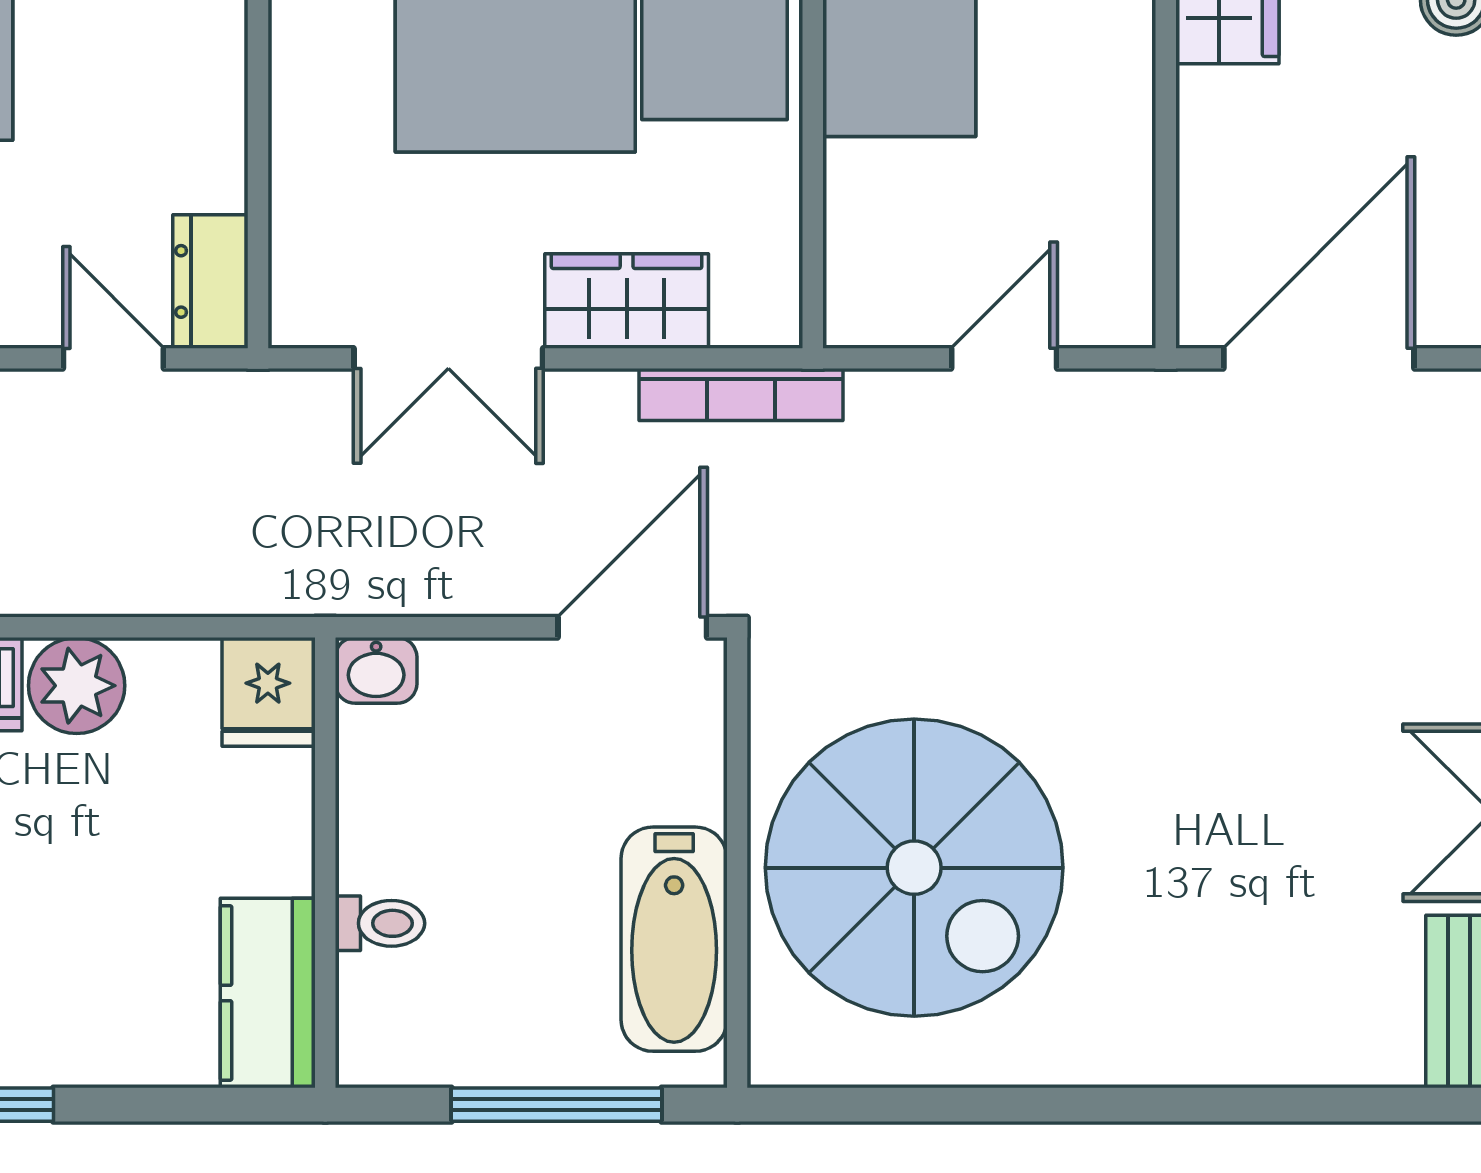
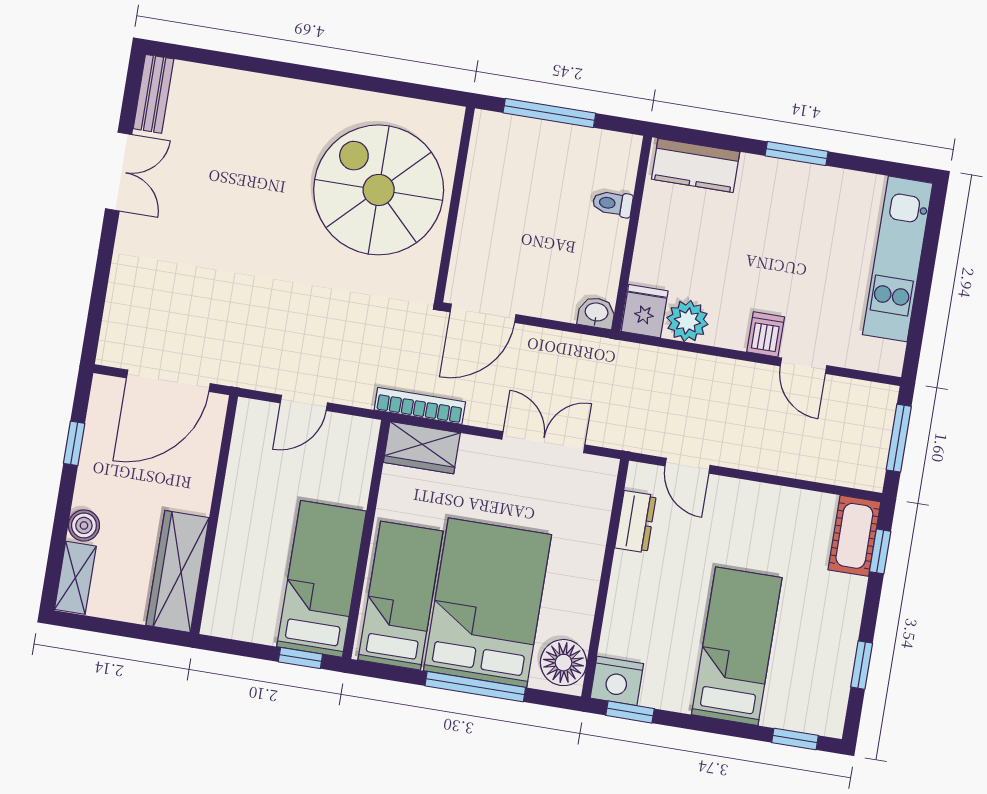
dresser: (210, 281) -> (636, 522), moved
wardrobe: (627, 301) -> (422, 448), moved
plant: (77, 686) -> (687, 321), moved
bathtub: (674, 939) -> (487, 176), removed
kitchen counter: (268, 993) -> (696, 165), moved, turned 90

